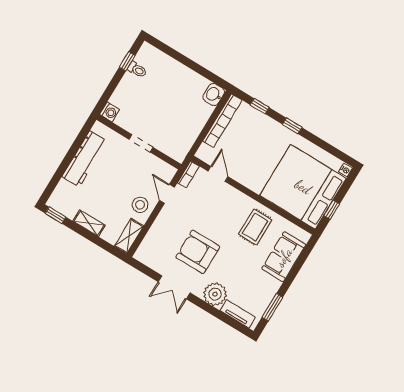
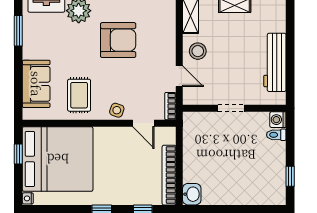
toilet: (137, 70) -> (276, 135), moved
side table: (233, 197) -> (117, 110), added

